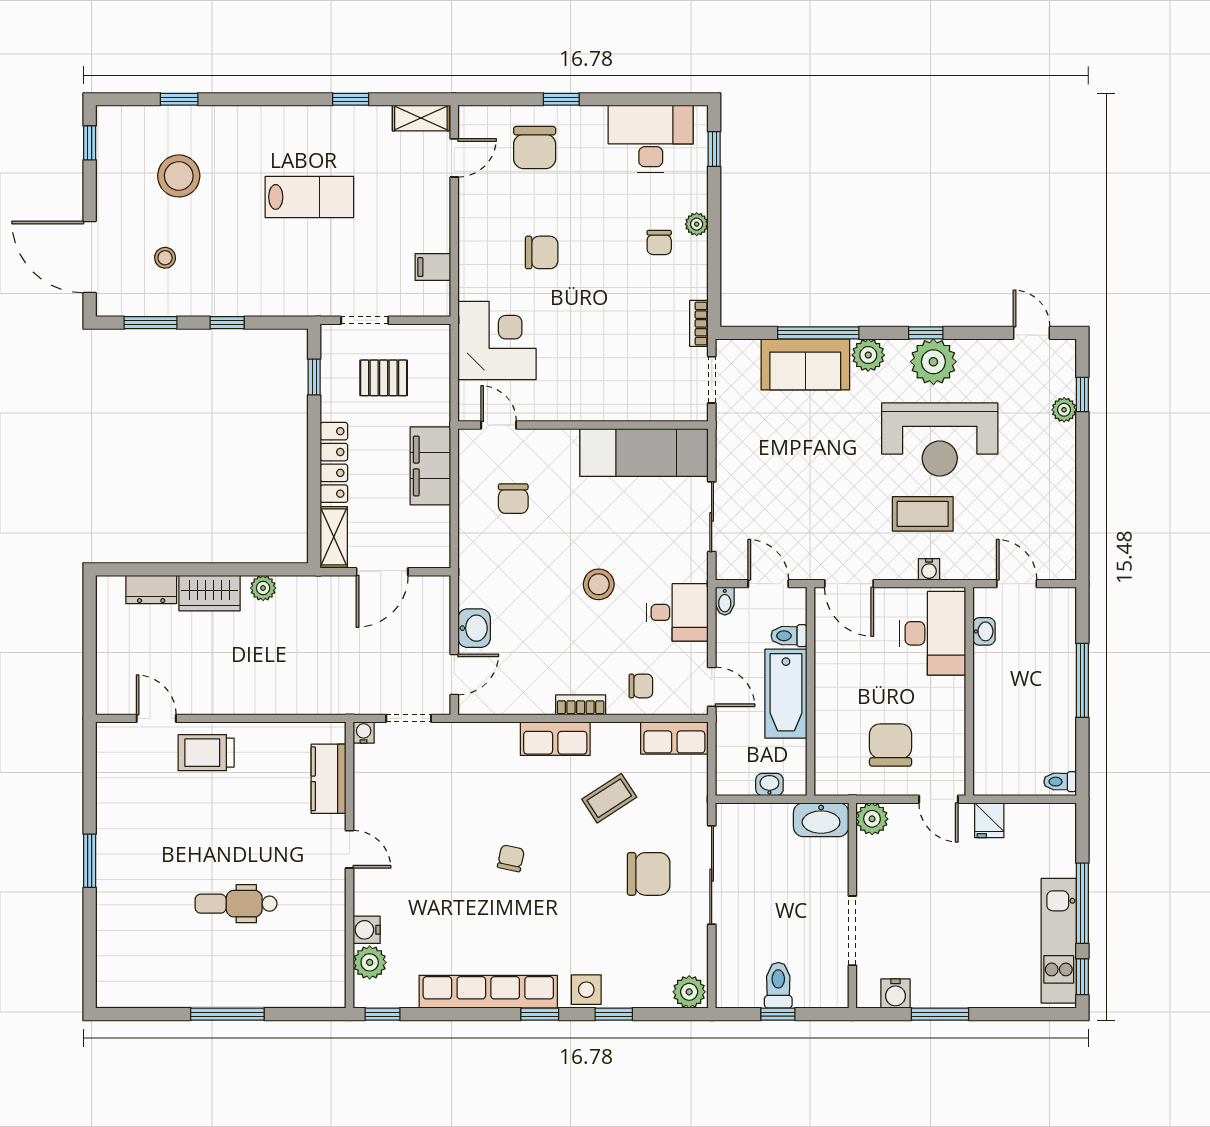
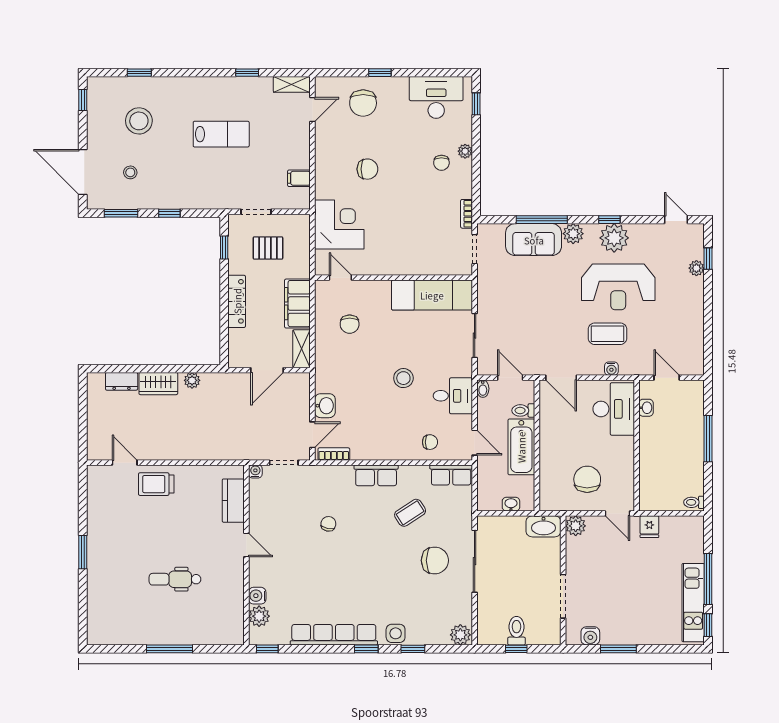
shelving: (334, 537) -> (302, 349), moved
bookcase: (581, 705) -> (334, 454), moved
chair: (511, 858) -> (328, 524), moved

